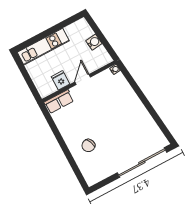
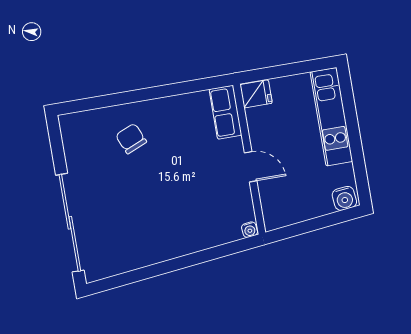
water cooler: (94, 42) -> (344, 198), moved
fridge: (61, 80) -> (256, 94), moved

